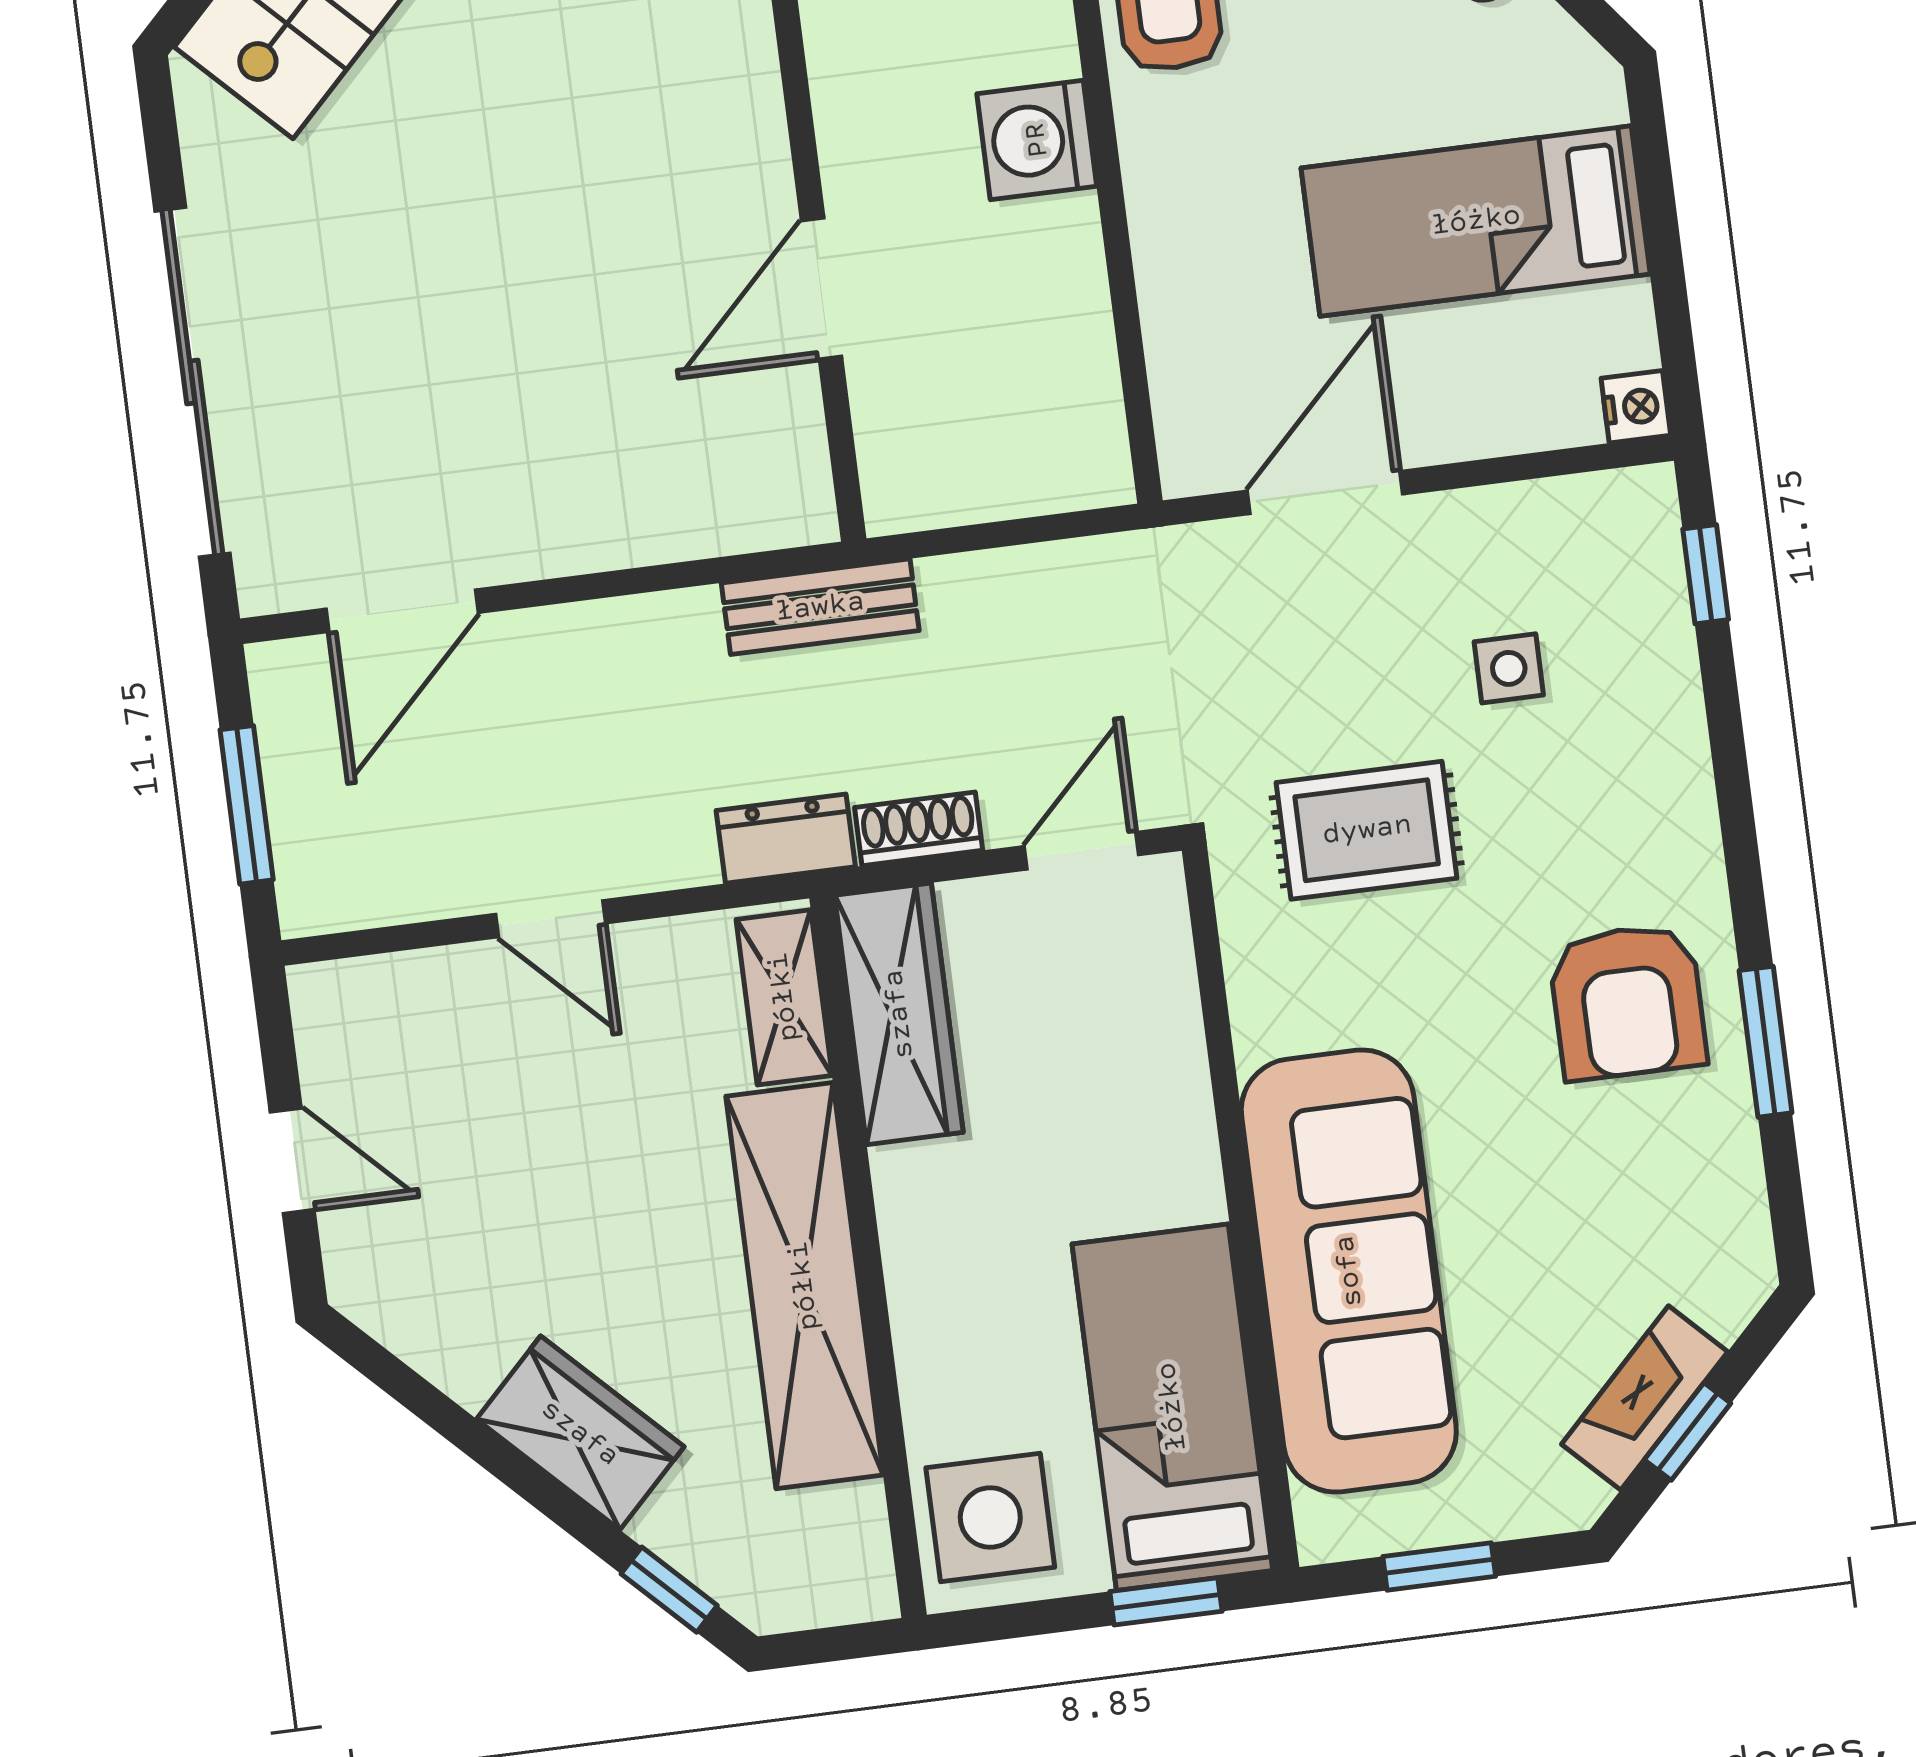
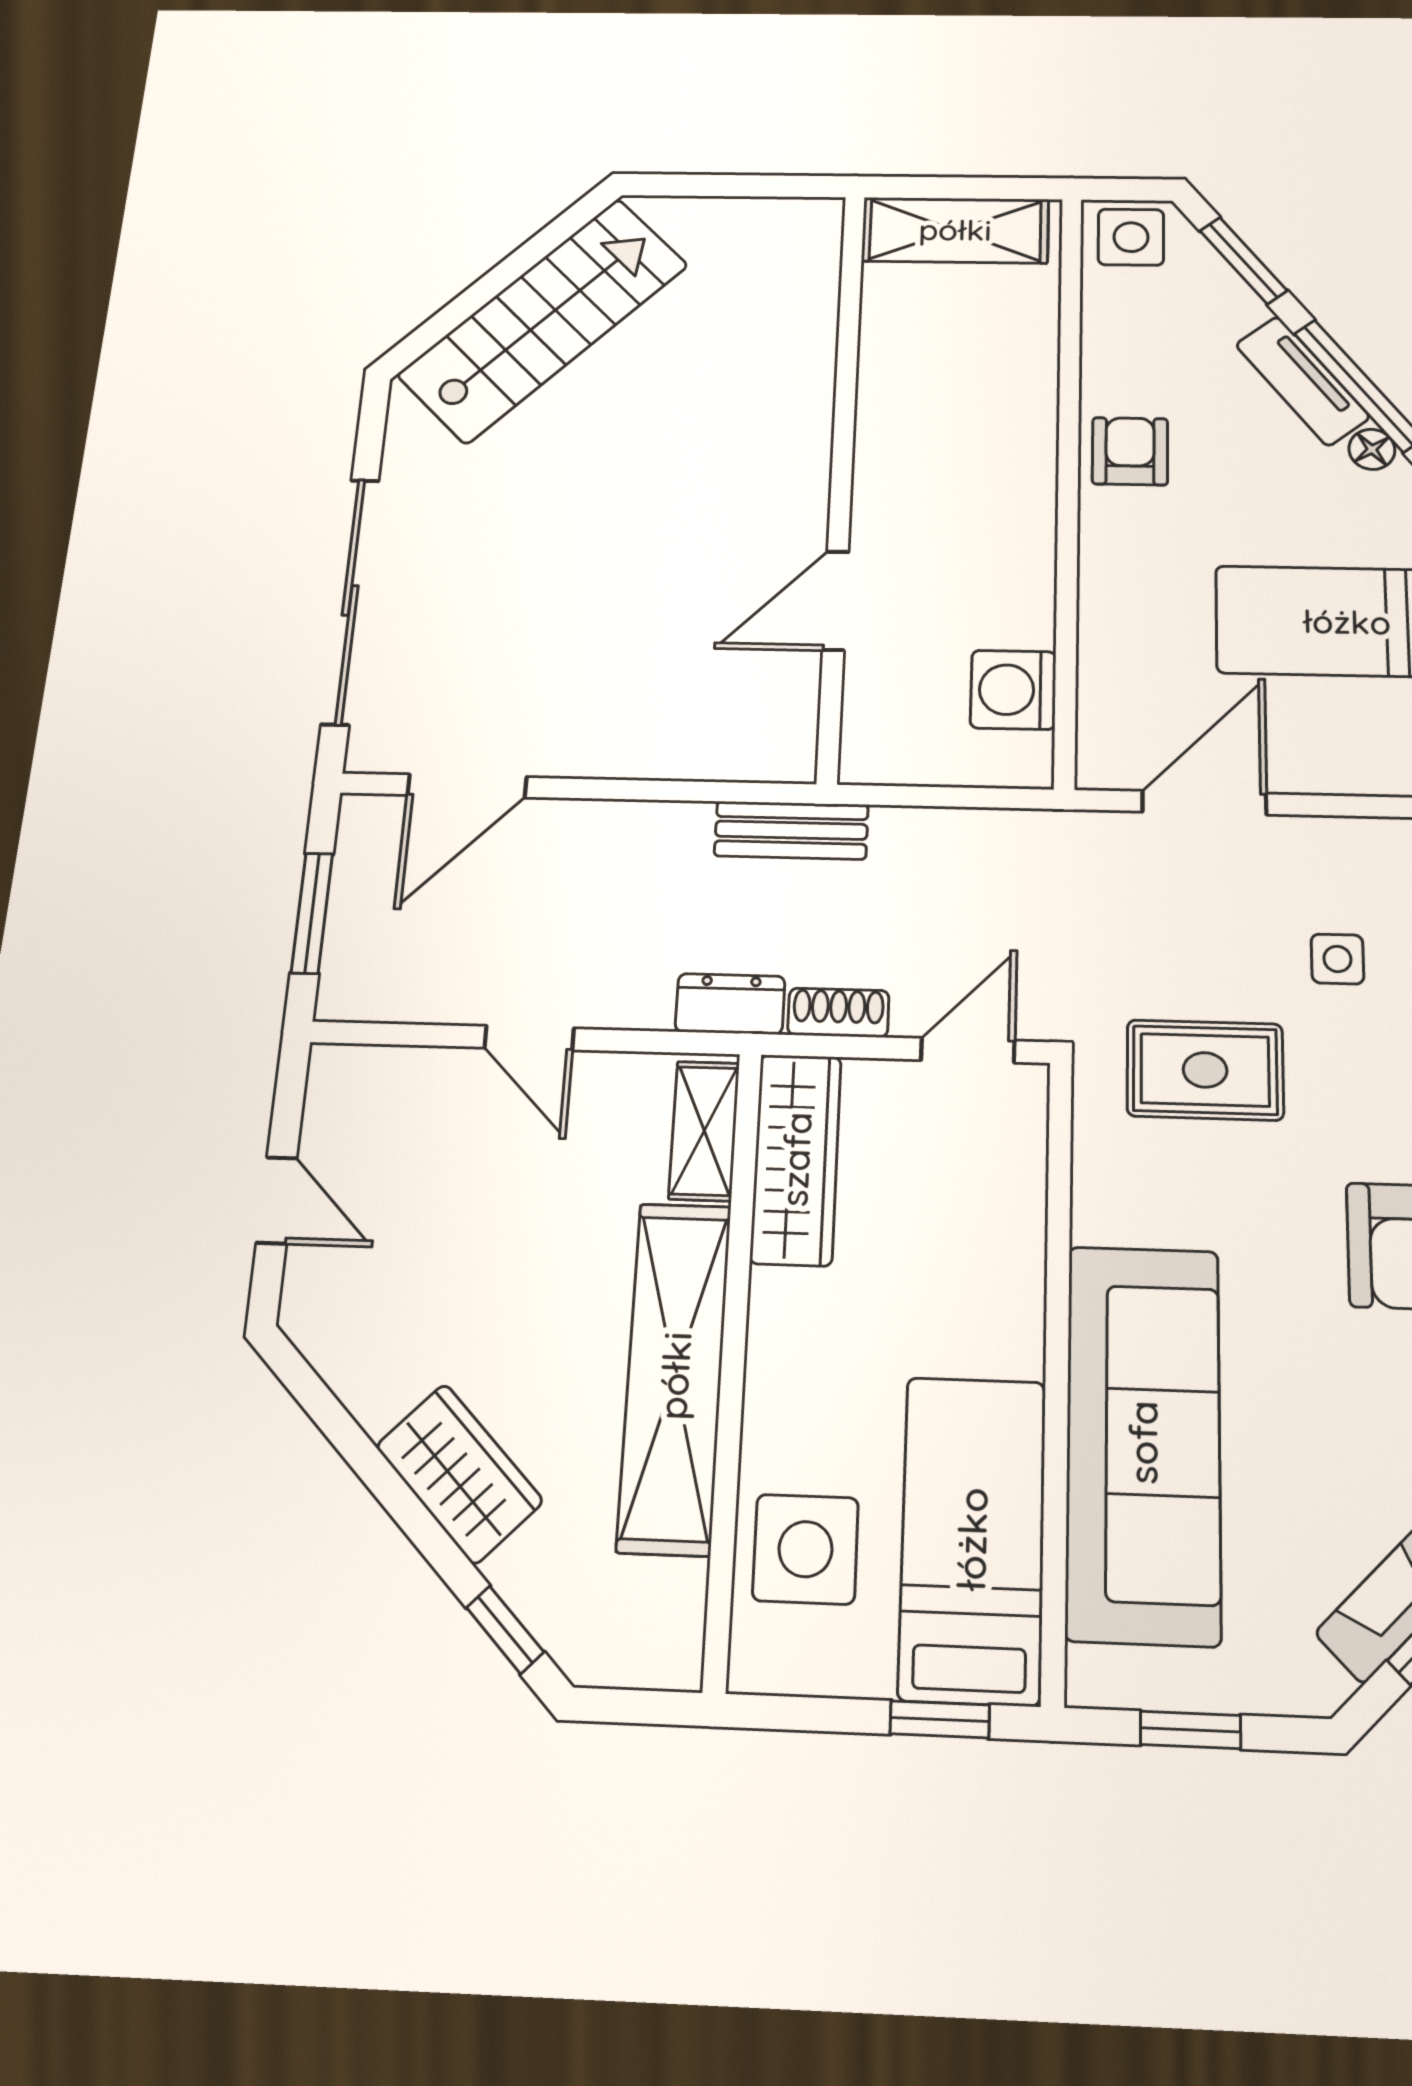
washing machine: (1037, 140) -> (1013, 690), moved
side table: (990, 1518) -> (806, 1549), moved

